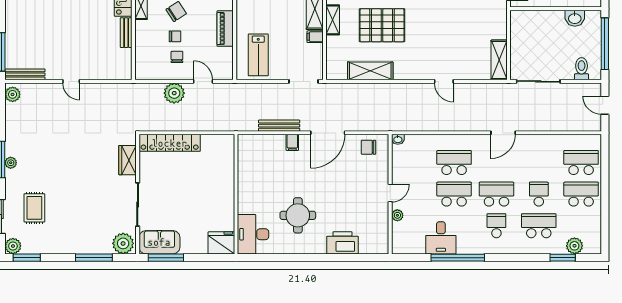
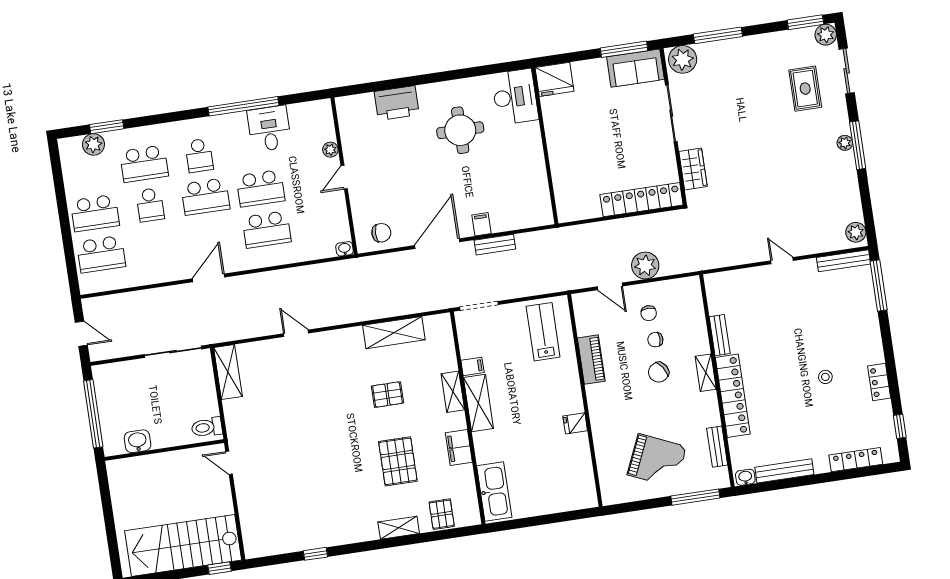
pallet: (382, 25) -> (387, 395), width x0.49, depth x0.50
toilet: (582, 69) -> (207, 427), moved, turned 90
bench: (279, 126) -> (495, 245), width x0.73

